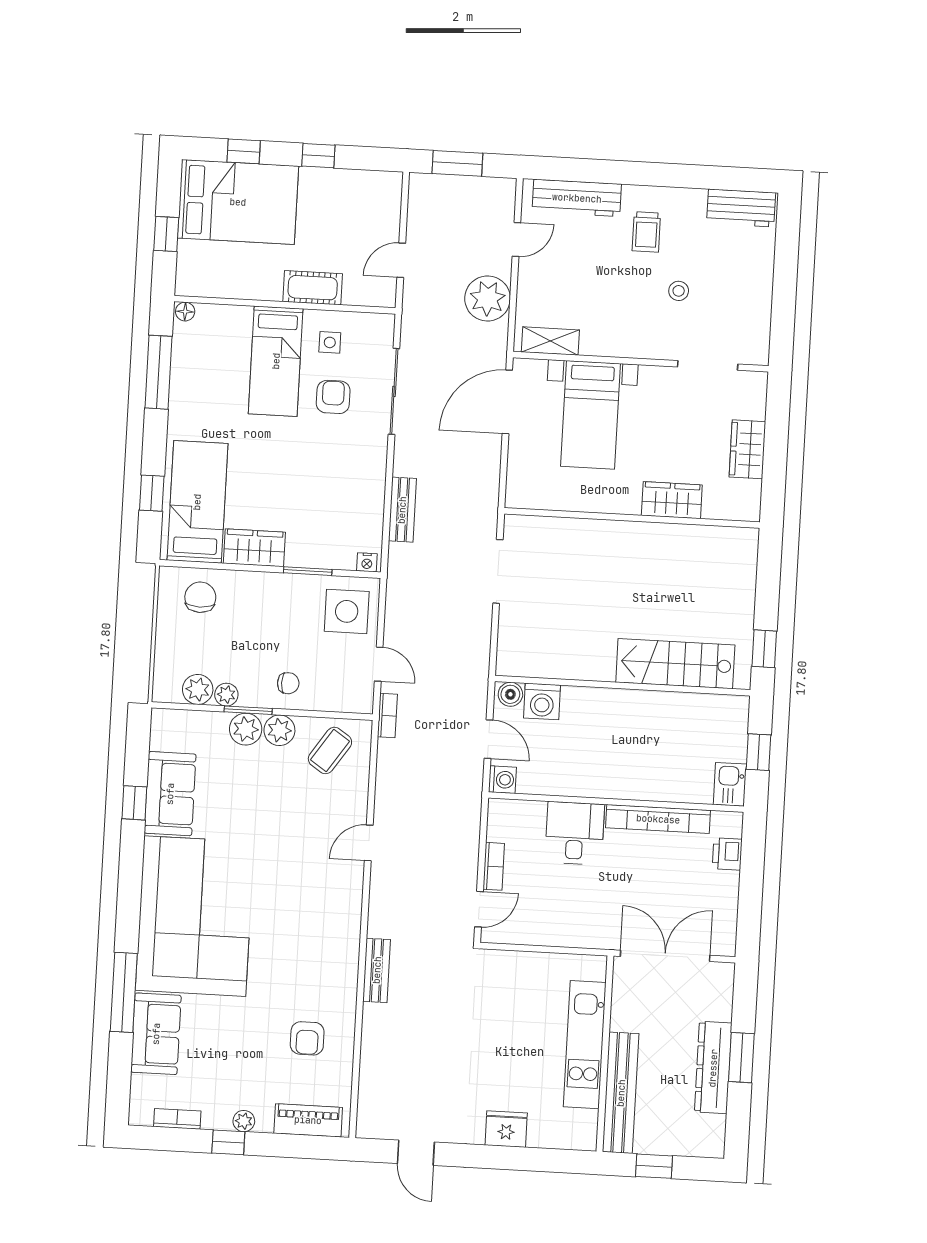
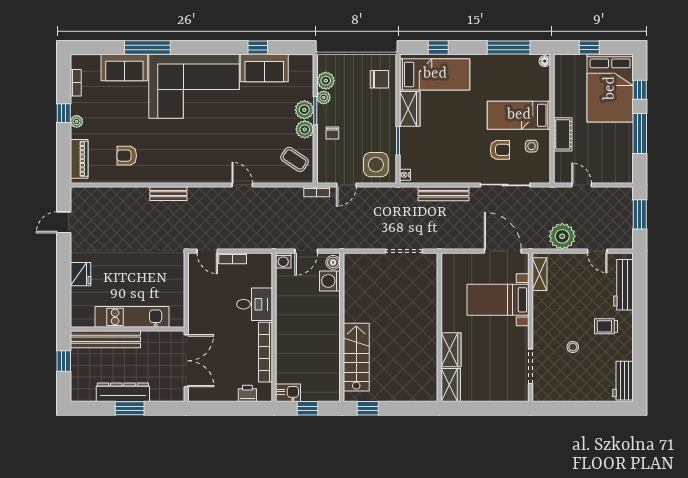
window: (318, 156) -> (640, 133), width x2.17
wardrobe: (747, 449) -> (451, 385), moved, turned 90
bench: (402, 510) -> (444, 194), width x1.36

